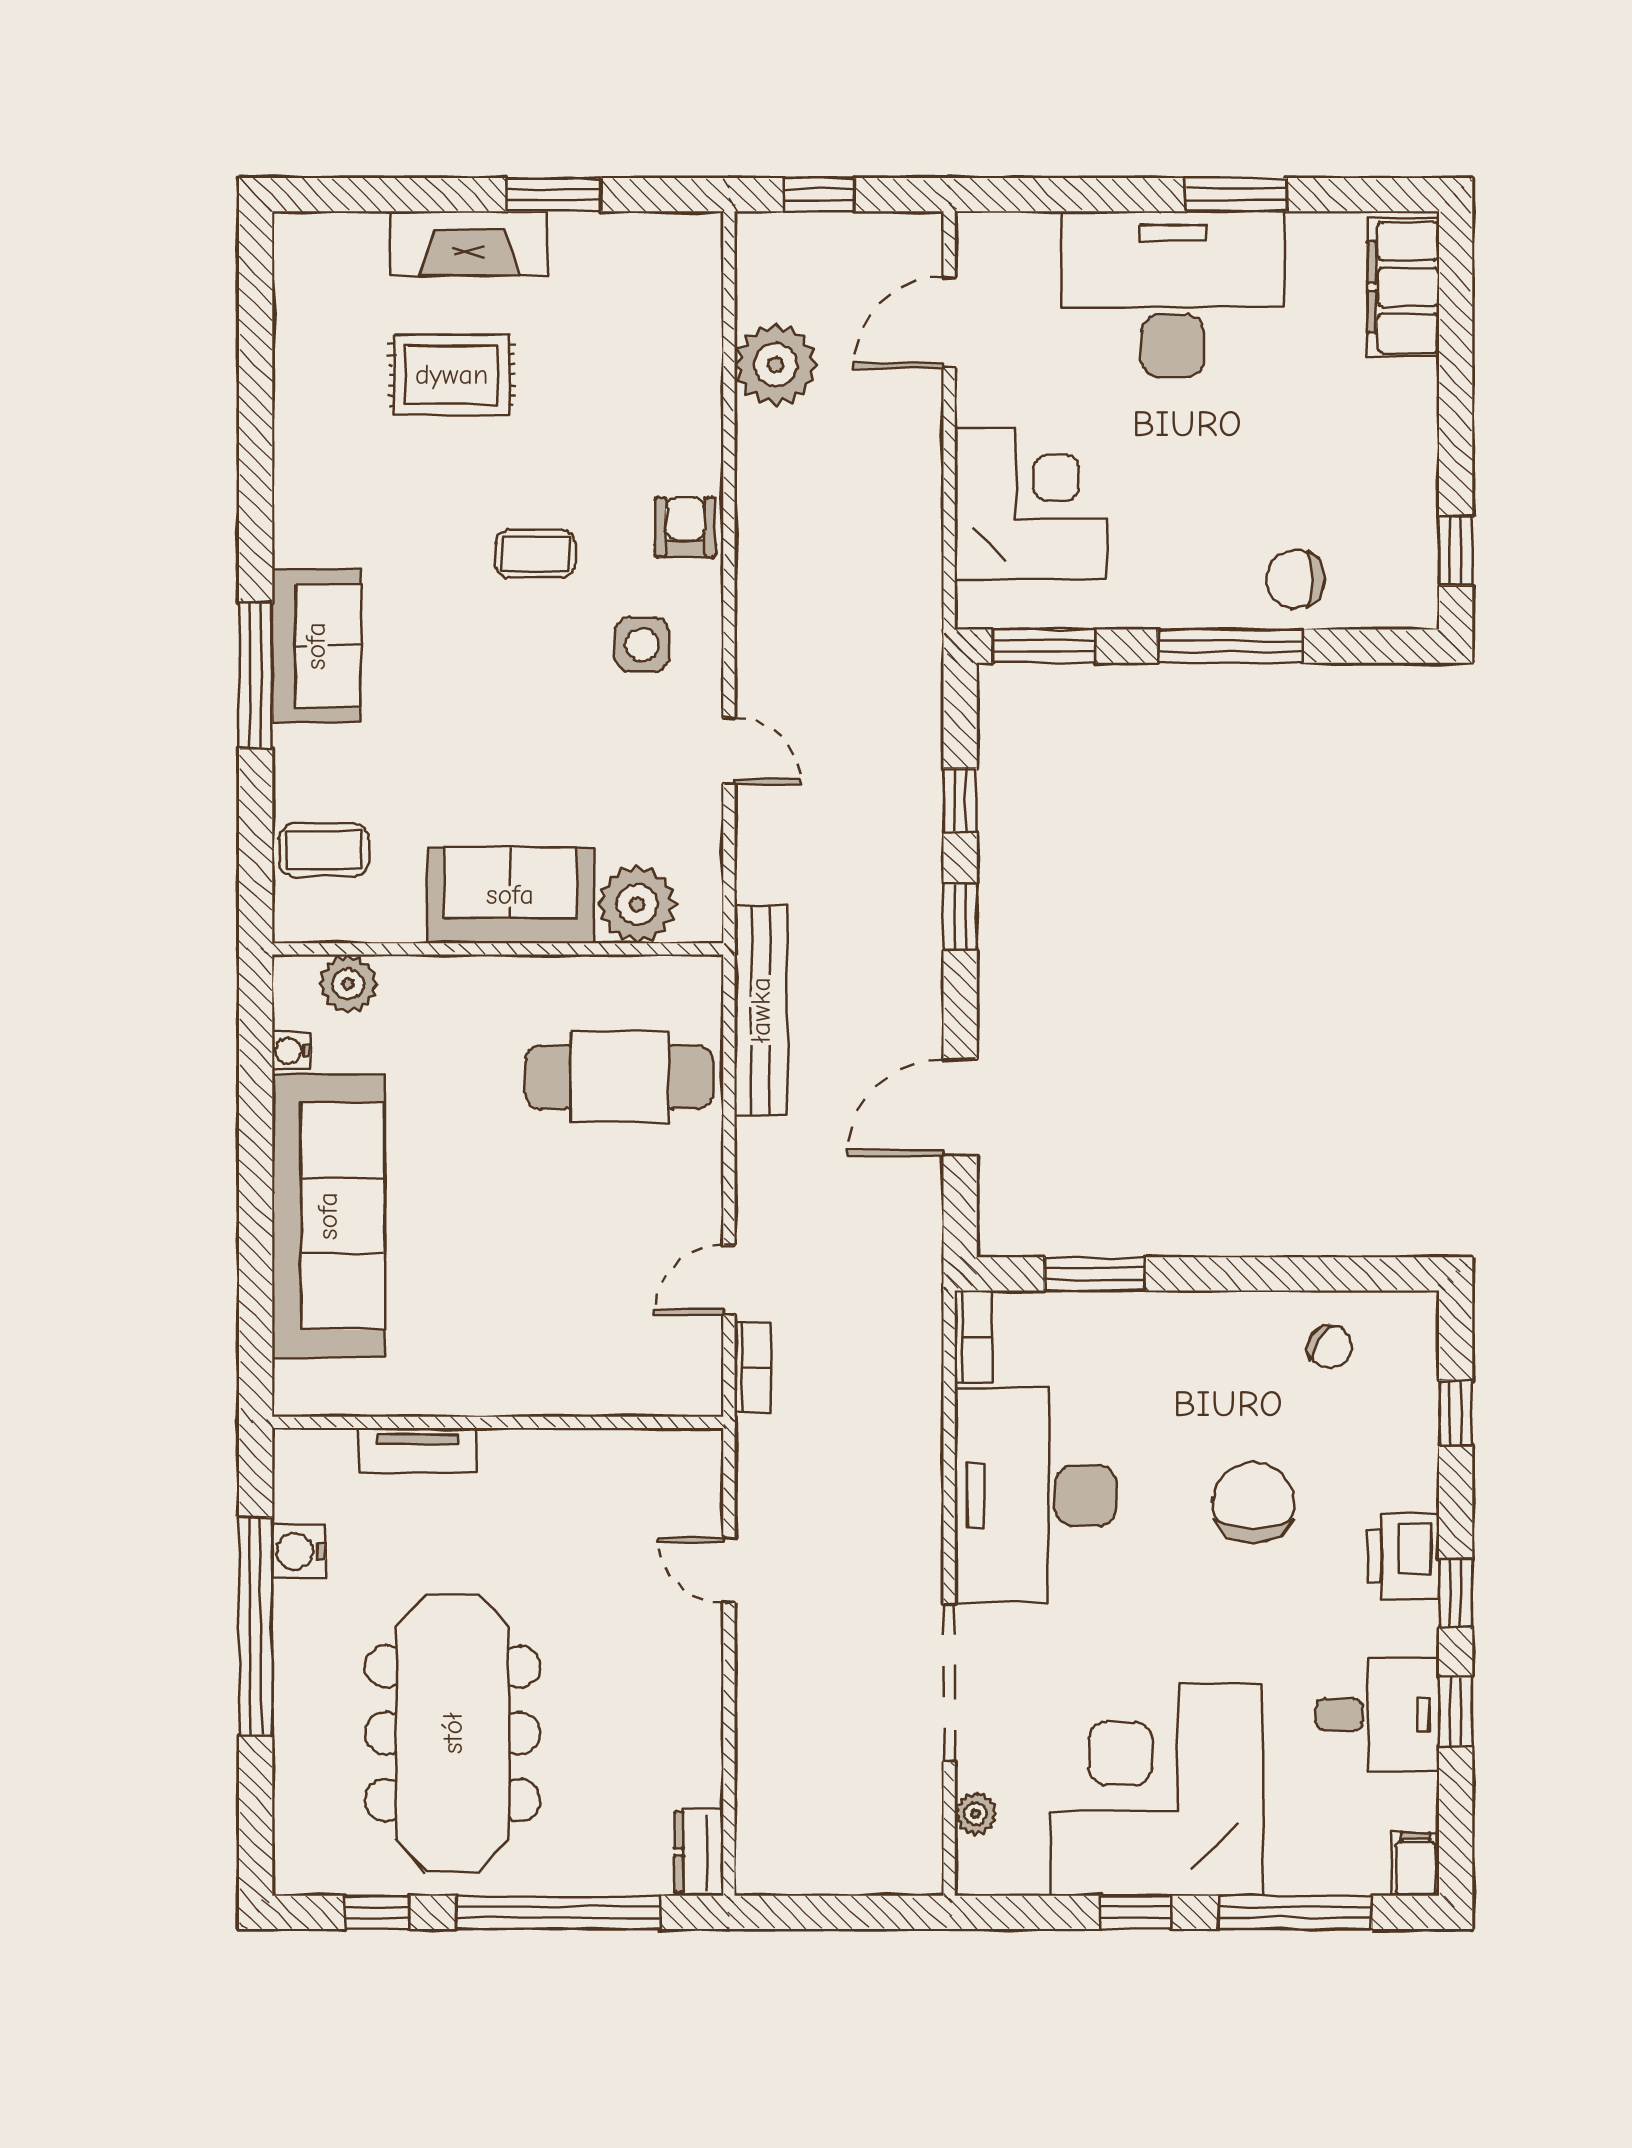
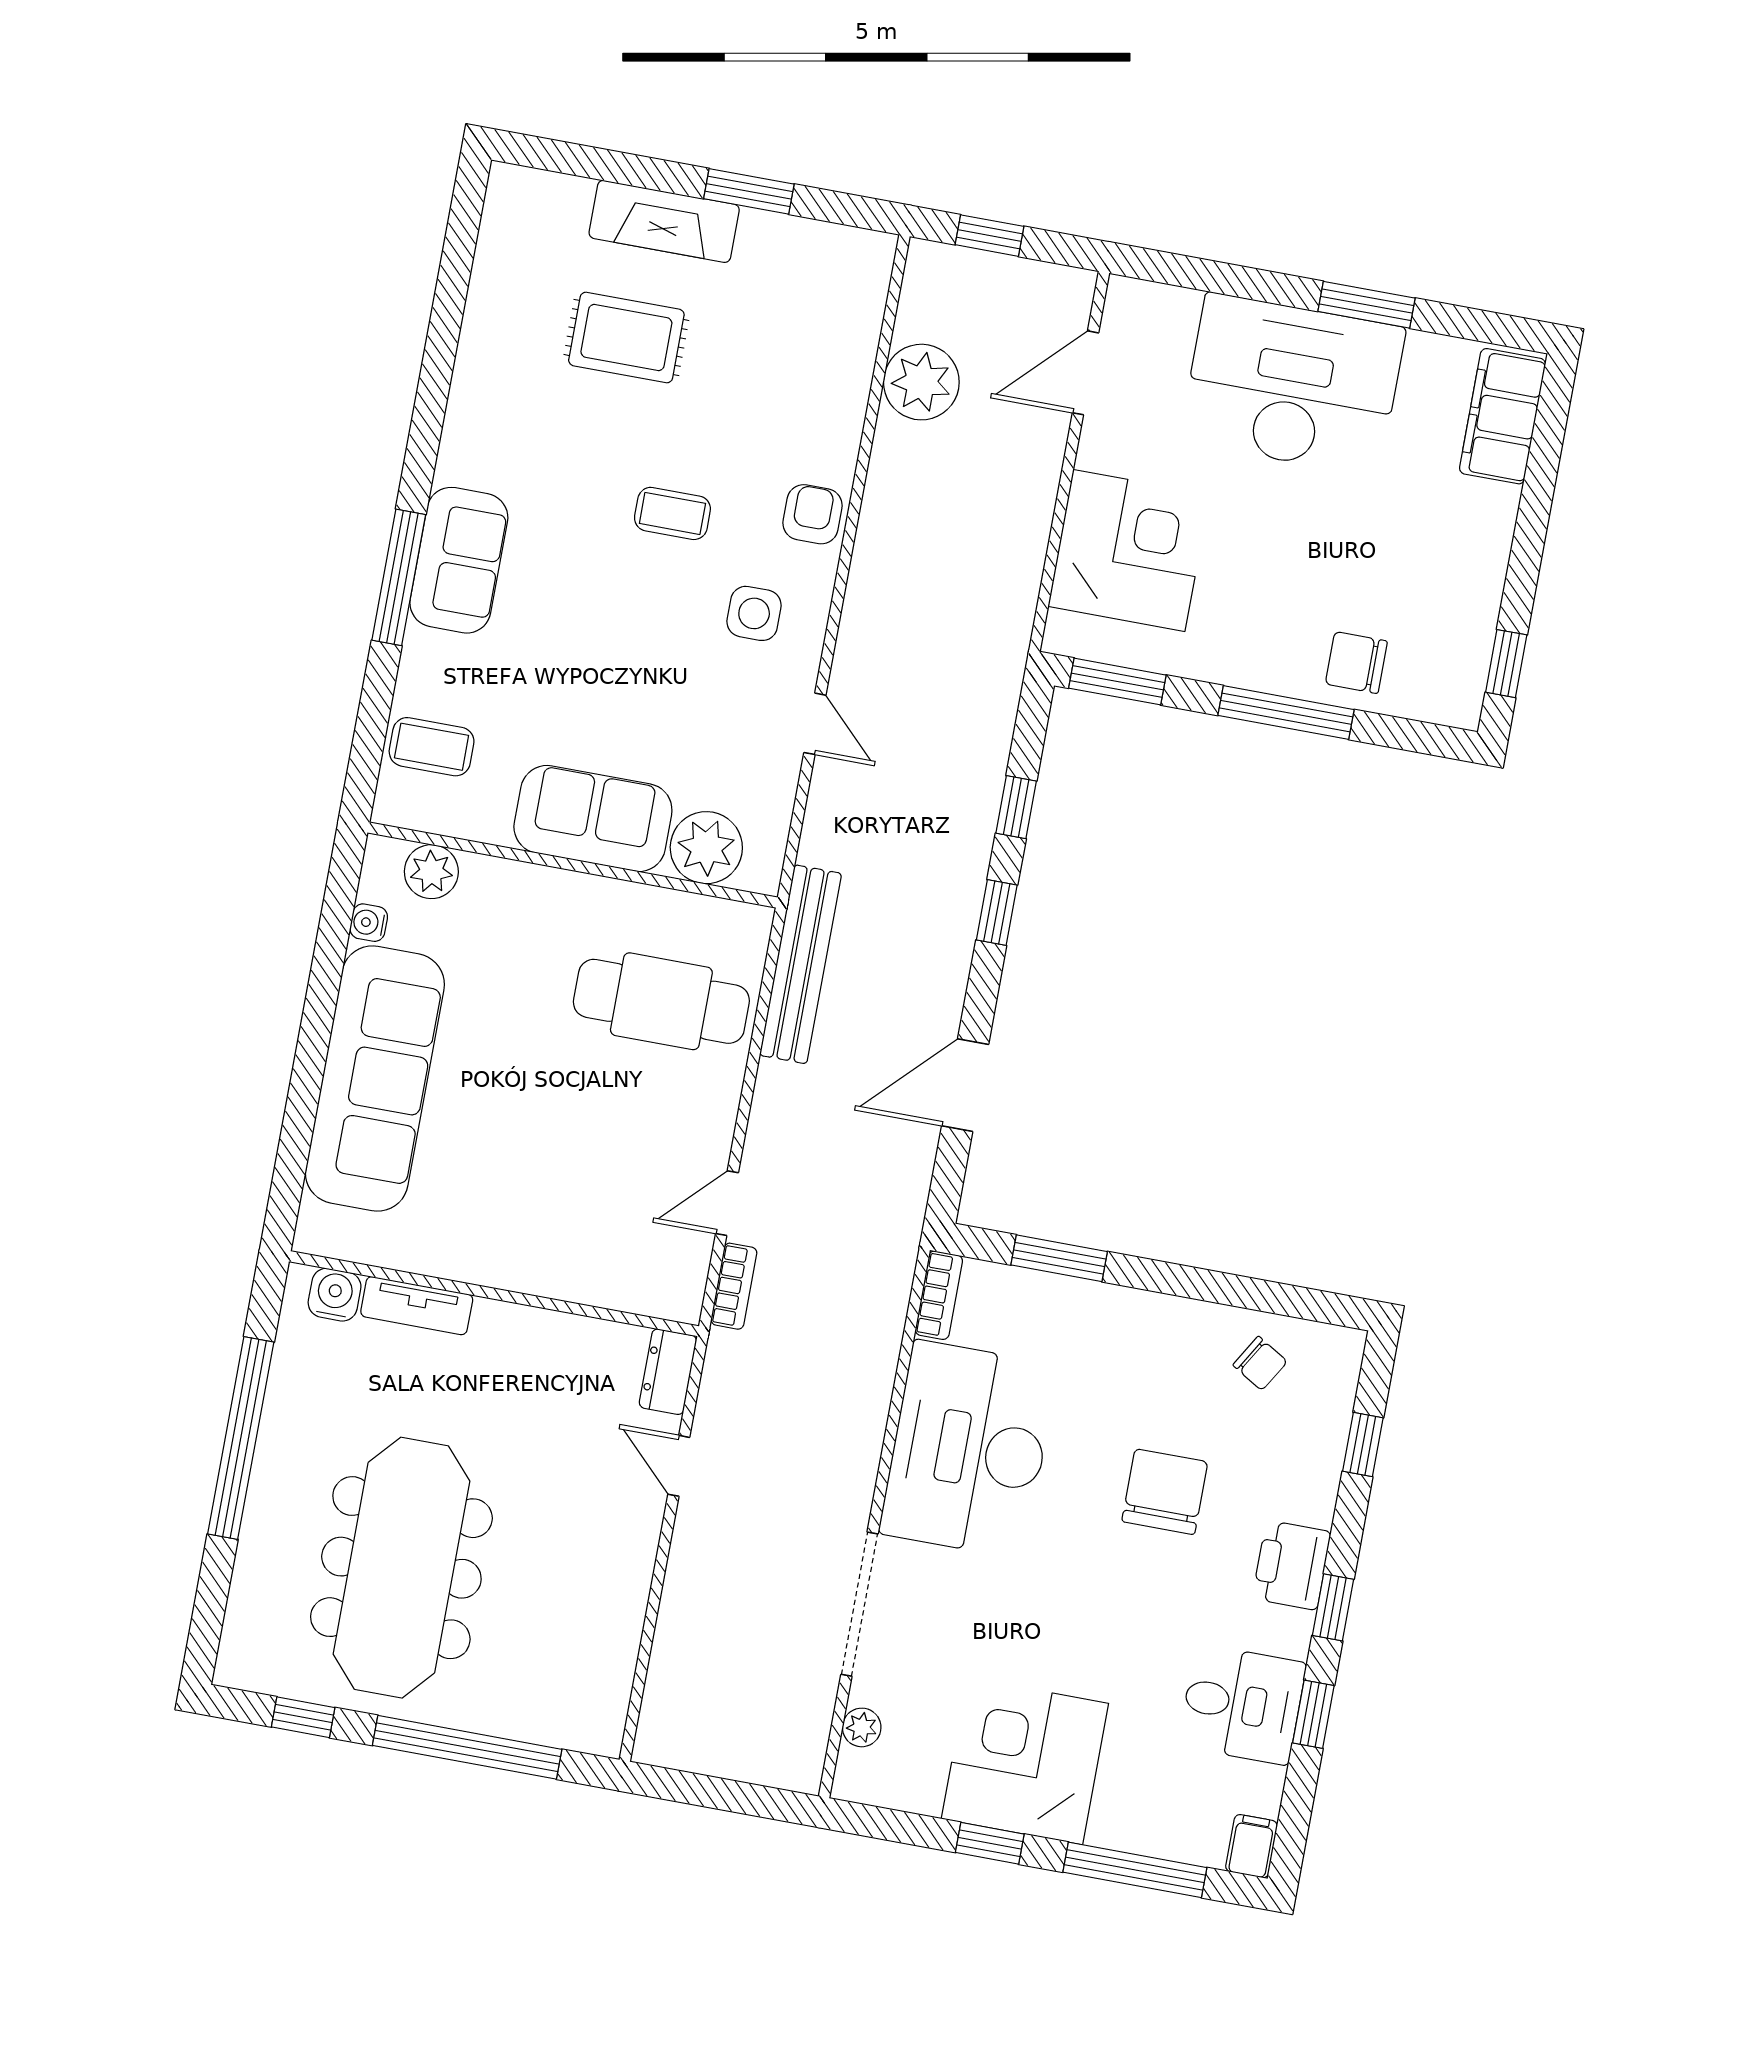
water cooler: (299, 1551) -> (335, 1295), moved, turned 90
corner desk: (1157, 1790) -> (1025, 1761), width x0.74, depth x0.74
dresser: (699, 1852) -> (668, 1372), moved

